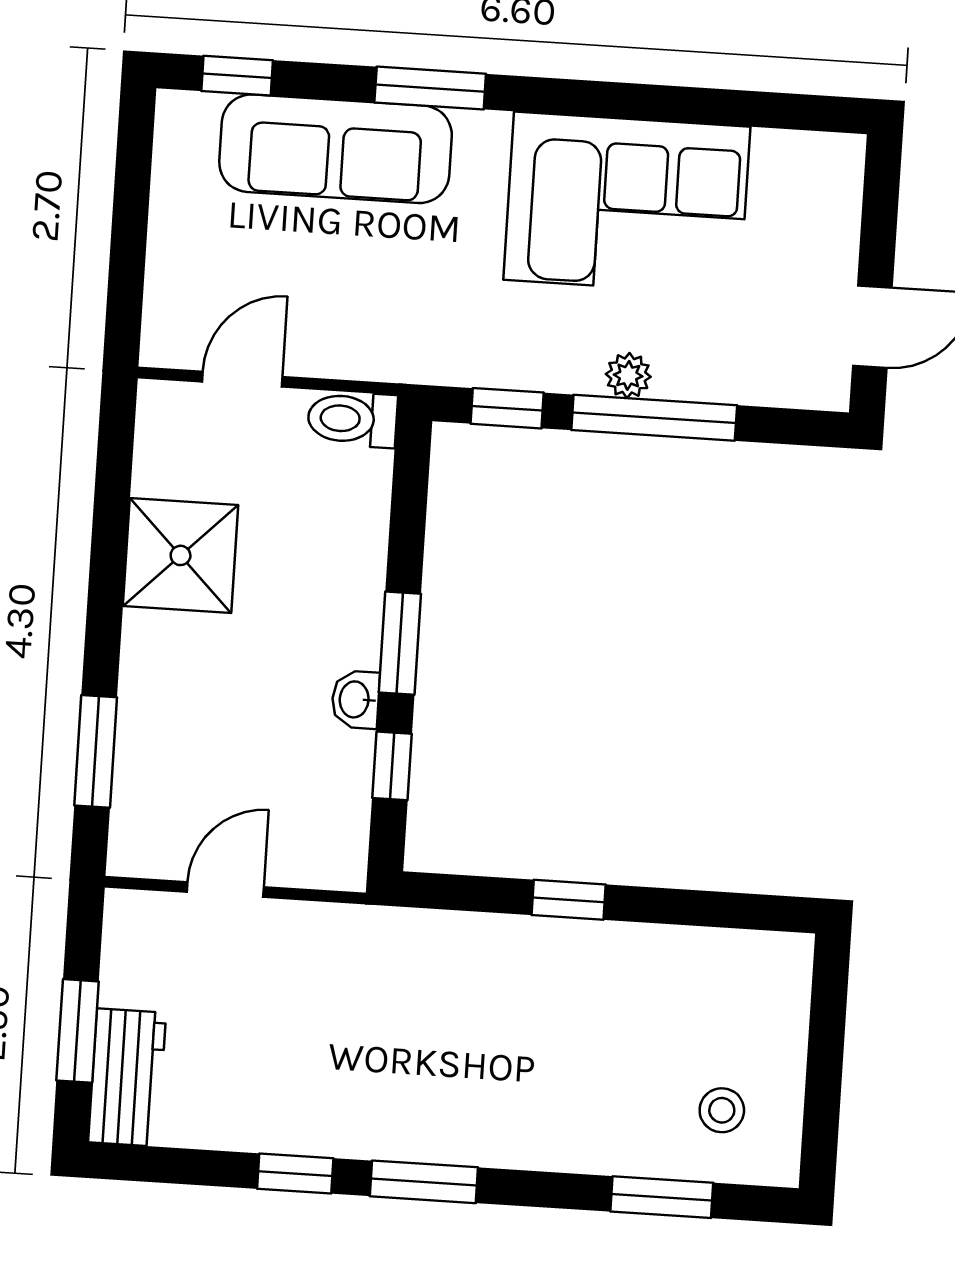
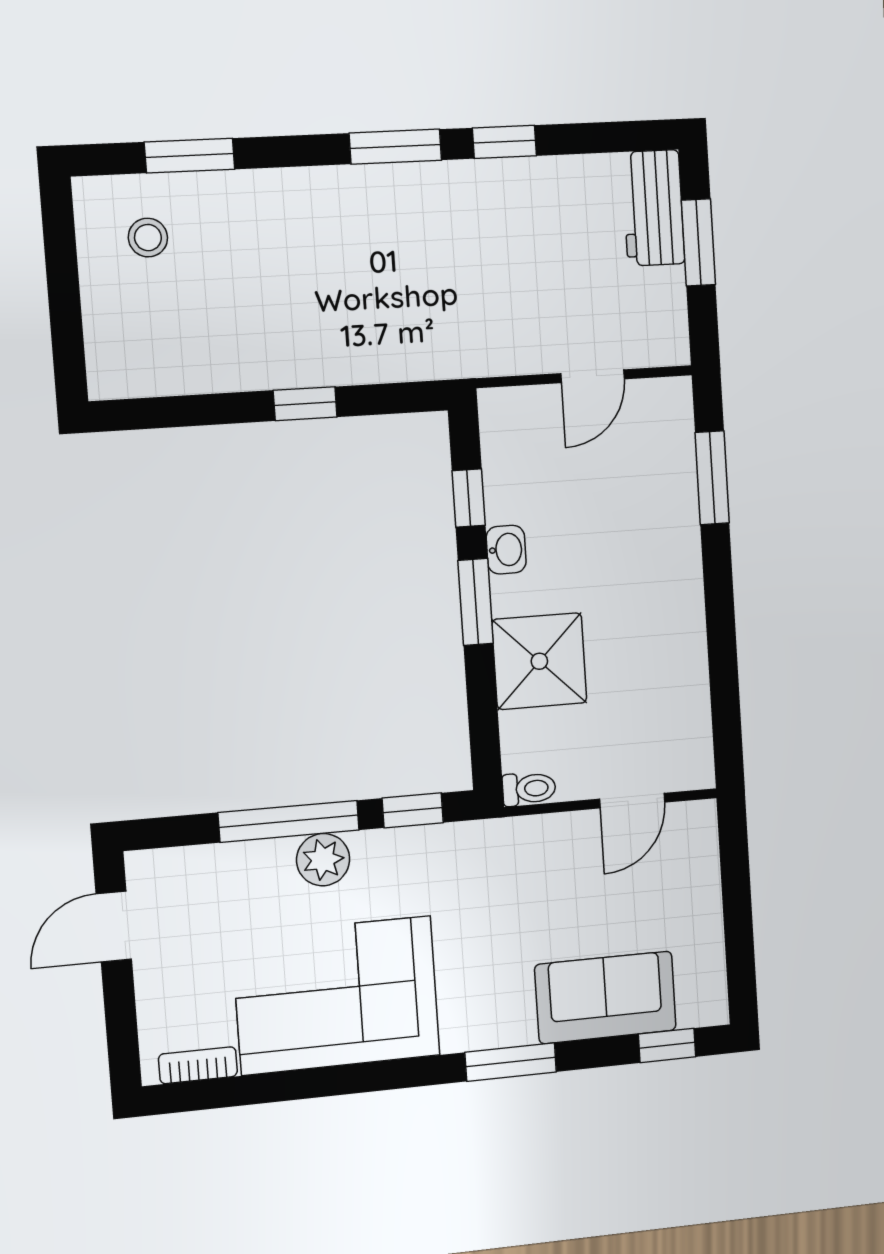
bookcase: (799, 148) -> (198, 1065), added
sofa: (336, 149) -> (606, 997), width x0.73
plant: (628, 375) -> (323, 860), width x1.38, depth x1.38
toilet: (352, 419) -> (529, 789), width x0.73, depth x0.72
shower: (181, 555) -> (539, 661), moved

